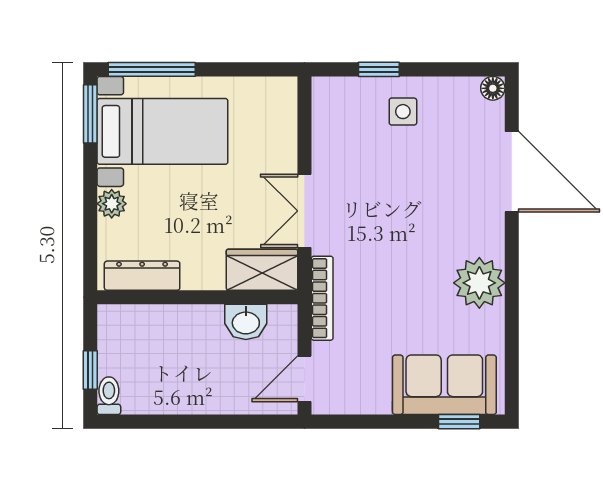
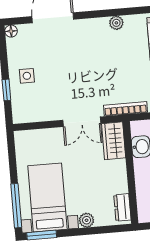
dresser: (142, 276) -> (122, 207), width x0.70
plant: (479, 283) -> (116, 23), width x0.53, depth x0.53

